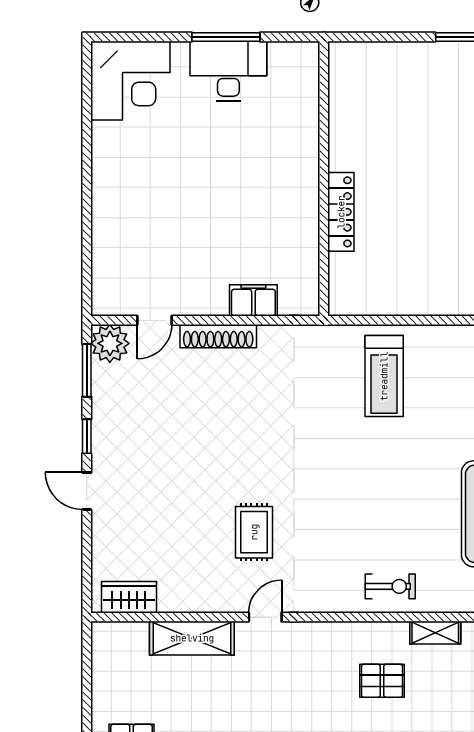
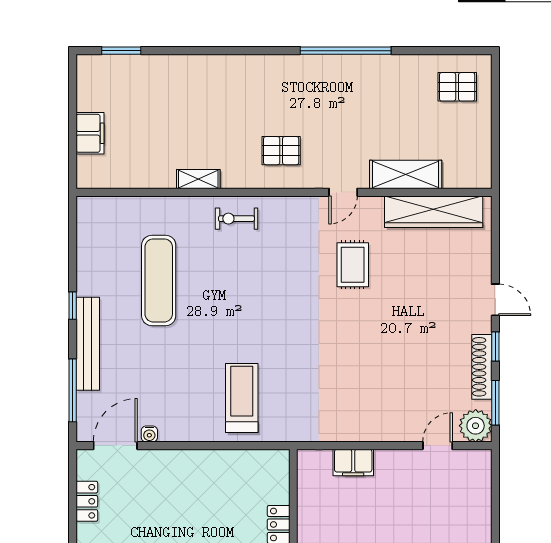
shoe rack: (218, 336) -> (482, 367), moved, turned -90
wardrobe: (129, 597) -> (434, 212), width x2.10, depth x1.17
pallet: (382, 681) -> (281, 151), moved

